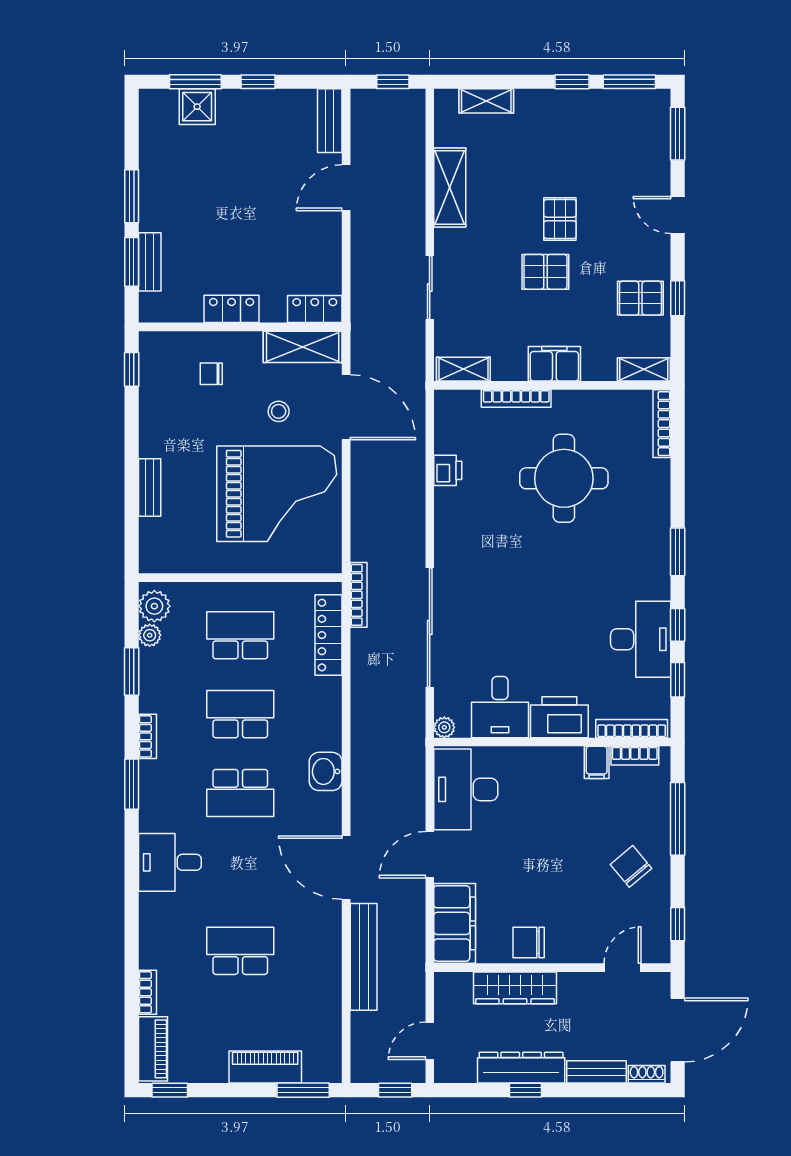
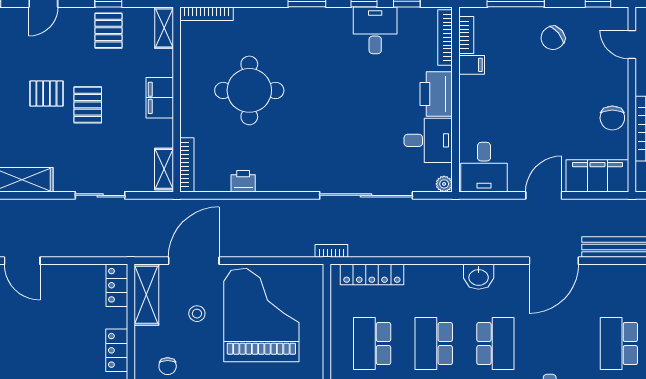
bookcase: (516, 398) -> (187, 165), moved
bookcase: (359, 595) -> (331, 251), width x0.64
desk: (641, 639) -> (375, 30), width x0.73
desk: (466, 789) -> (484, 167), width x0.73
door: (430, 855) -> (544, 195), swing flipped

